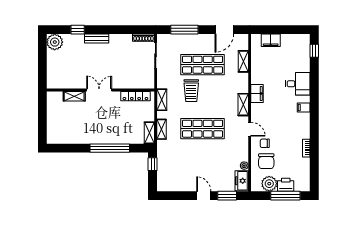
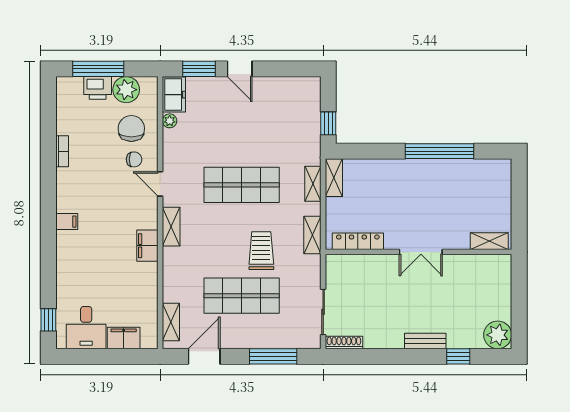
shelving: (243, 61) -> (171, 322), moved
desk: (298, 84) -> (86, 328), moved, turned -90
shelving: (74, 96) -> (489, 241), moved
window: (110, 148) -> (440, 151), moved

